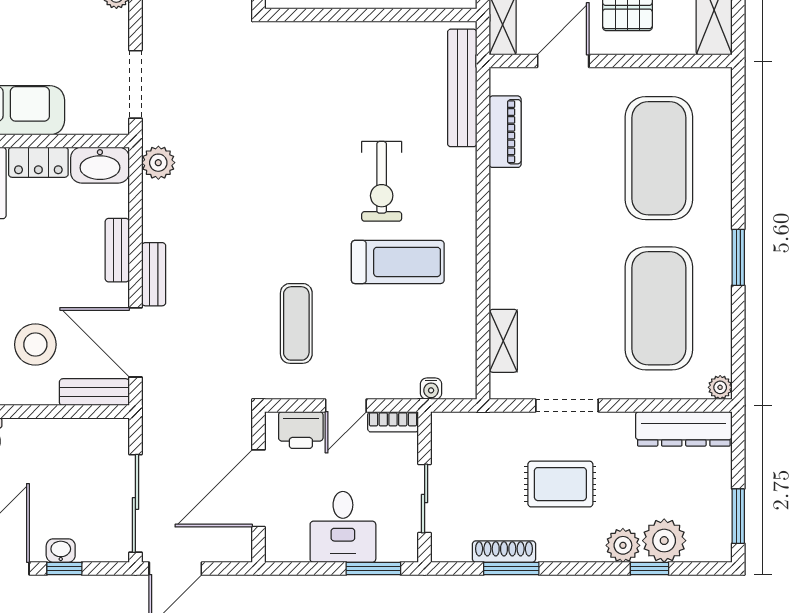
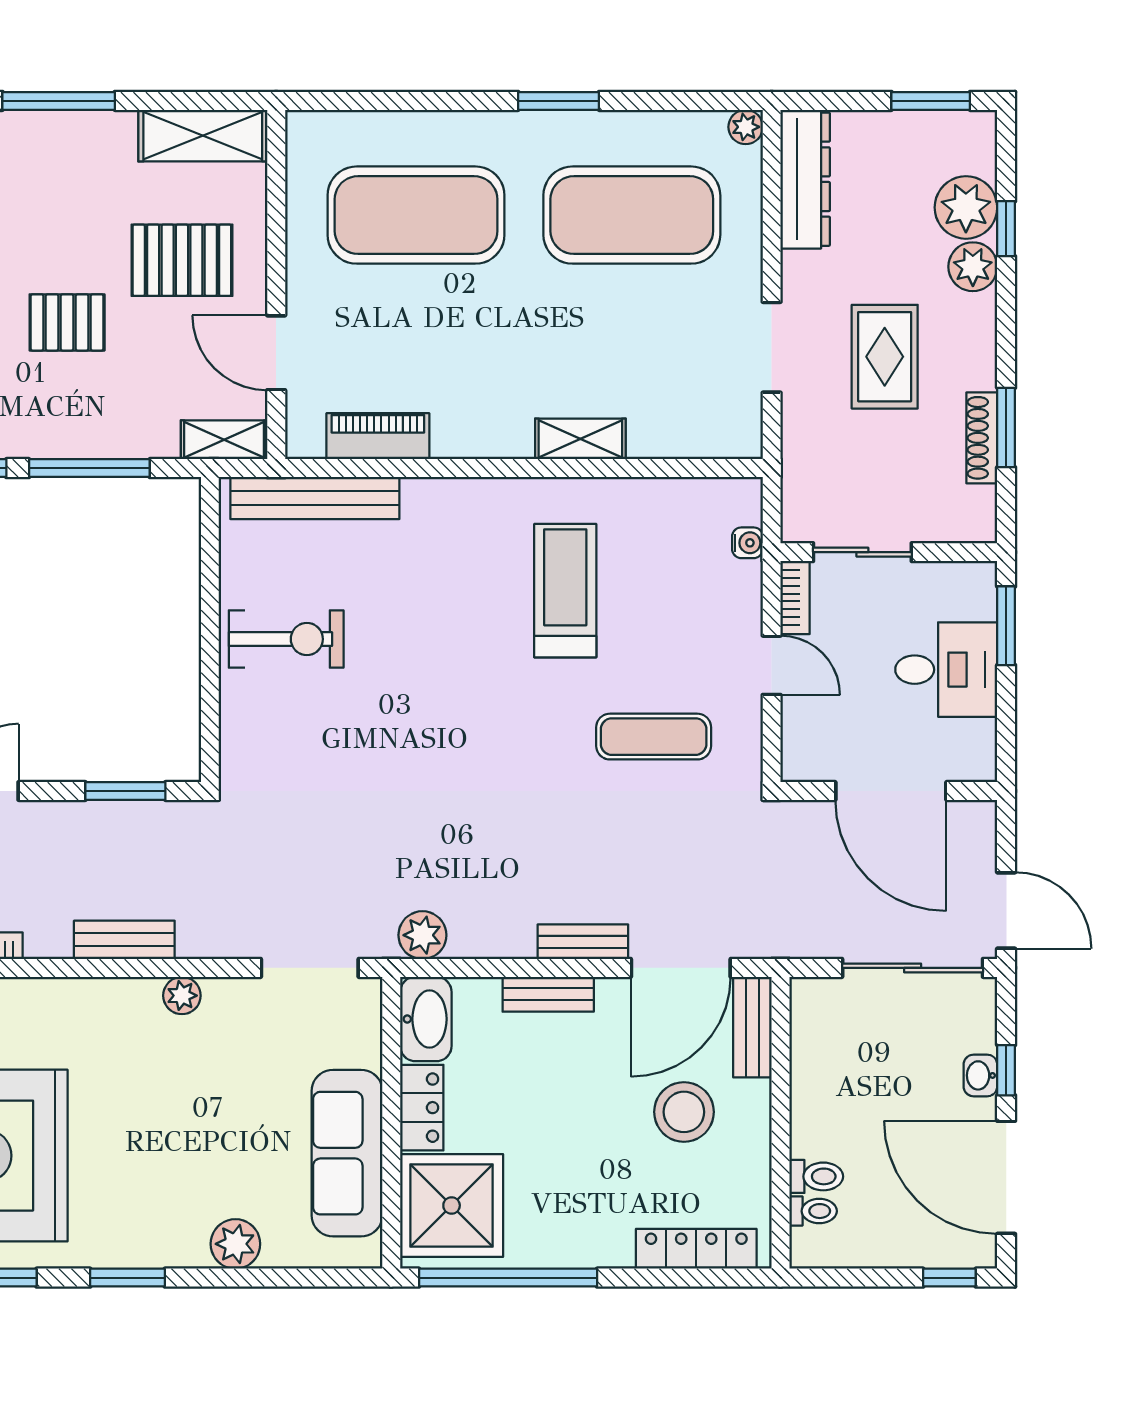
exercise bike: (382, 181) -> (286, 639), moved
shelving: (503, 341) -> (580, 439), moved
printer: (301, 430) -> (807, 730), removed
sliding door: (425, 499) -> (862, 552), moved

